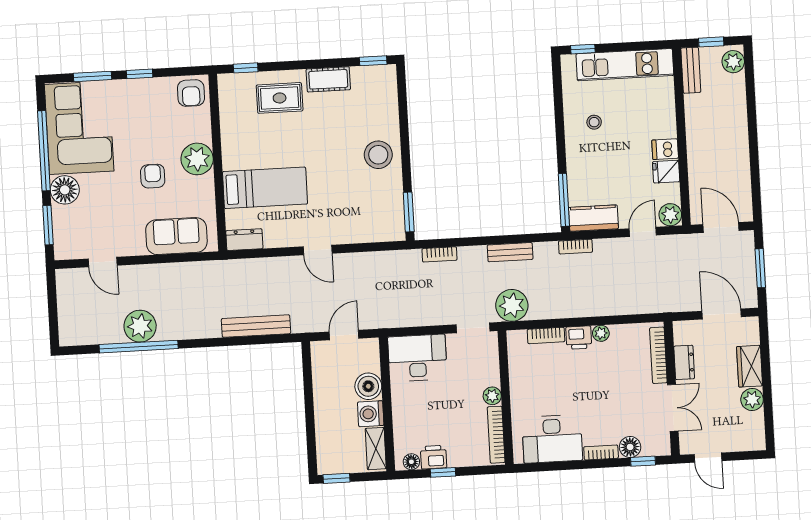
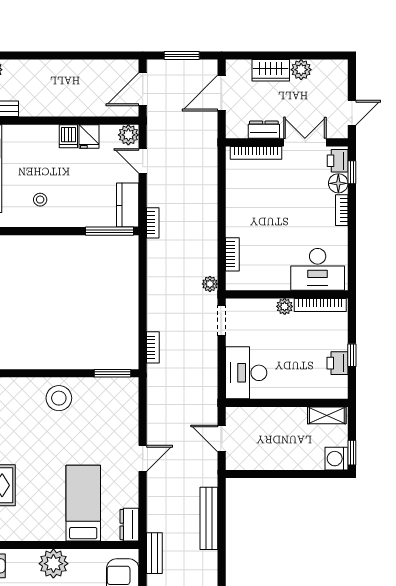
bench: (510, 252) -> (154, 553), moved
plant: (512, 305) -> (210, 284), width x0.53, depth x0.53
plant: (601, 333) -> (233, 204), removed
printer: (579, 338) -> (338, 161), moved, turned 180
boiler: (368, 386) -> (270, 419), removed
washing machine: (371, 414) -> (337, 459), moved, turned 90
desk: (552, 439) -> (318, 269), moved, turned 90
floor lamp: (411, 462) -> (341, 384), removed

